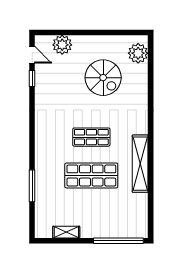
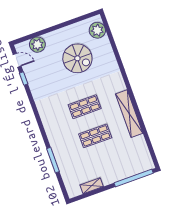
shop shelf: (91, 175) -> (95, 136), width x0.70, depth x0.74

